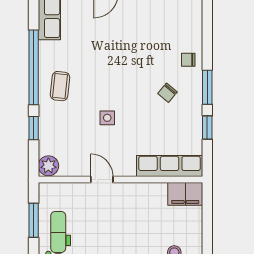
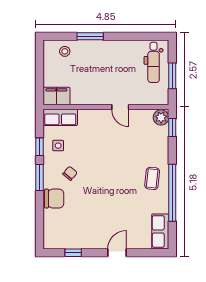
chair: (188, 60) -> (54, 199), width x1.87, depth x1.87
side table: (107, 118) -> (58, 146), moved
window: (34, 128) -> (172, 128), moved
row of seats: (170, 166) -> (60, 117), width x0.68

